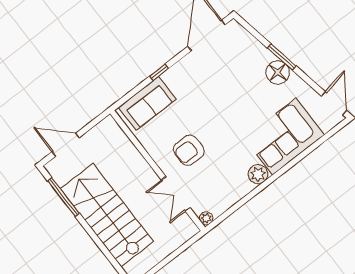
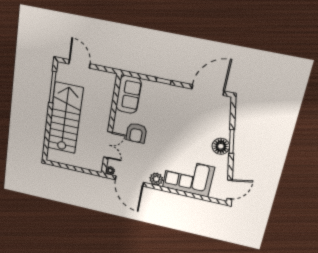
sofa: (147, 103) -> (129, 94), moved, turned -90
armchair: (189, 150) -> (136, 133), turned -90
double door: (176, 194) -> (108, 145), swing flipped
door: (236, 207) -> (129, 181), added

